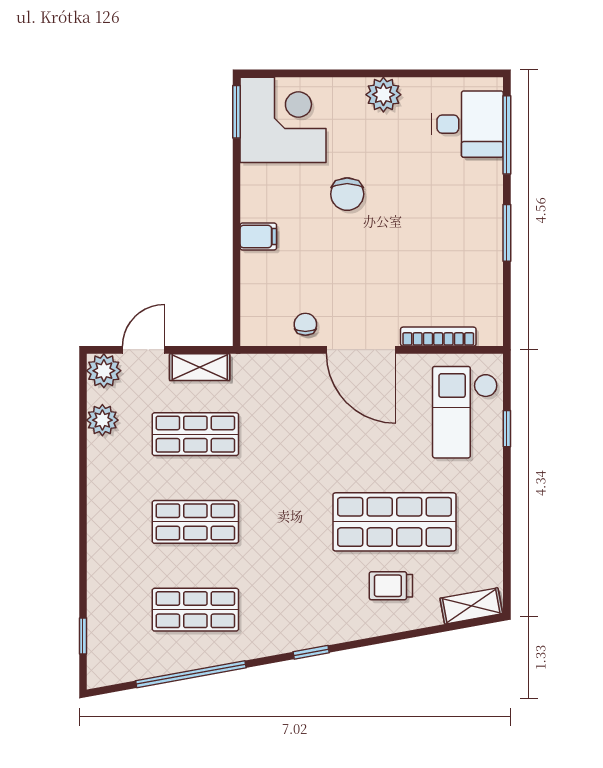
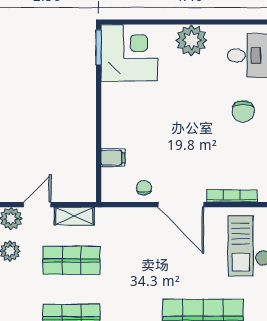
plant: (383, 95) -> (191, 40), width x1.36, depth x1.36
chair: (347, 194) -> (243, 111), moved
filing cabinet: (258, 237) -> (113, 158), moved

